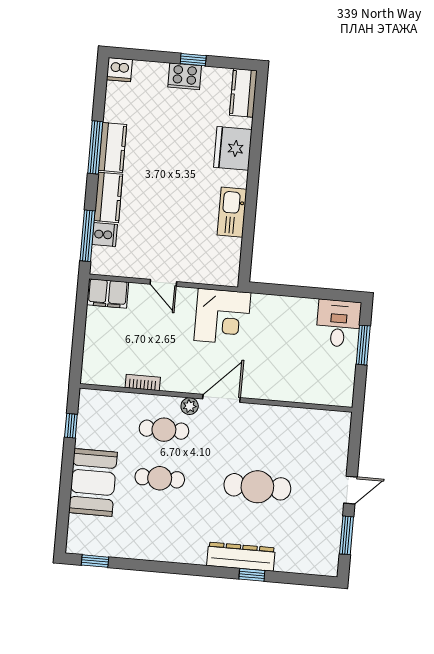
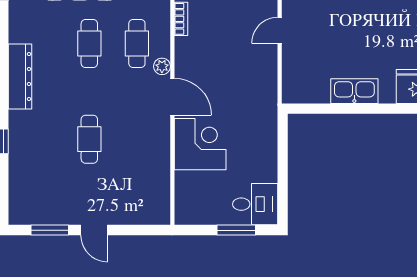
corner desk: (222, 317) -> (200, 144), moved, turned 180
cafe table: (257, 487) -> (89, 139), width x0.73, depth x0.74
dresser: (241, 557) -> (20, 77), moved

